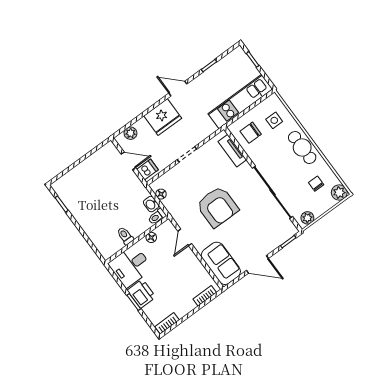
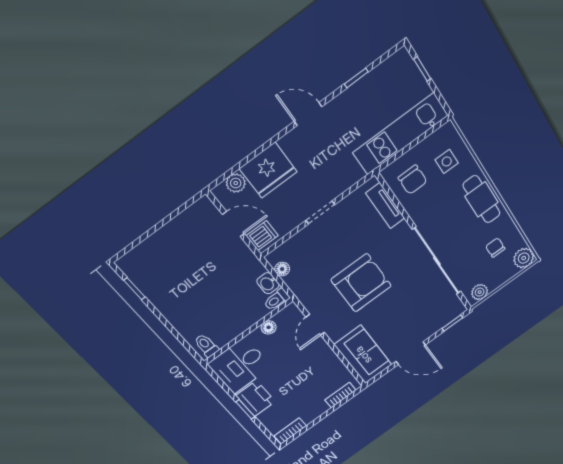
fridge: (163, 117) -> (268, 170), moved
chair: (251, 133) -> (413, 180), turned -90
armchair: (217, 207) -> (361, 283), turned -90
toilet: (125, 236) -> (206, 345), moved

